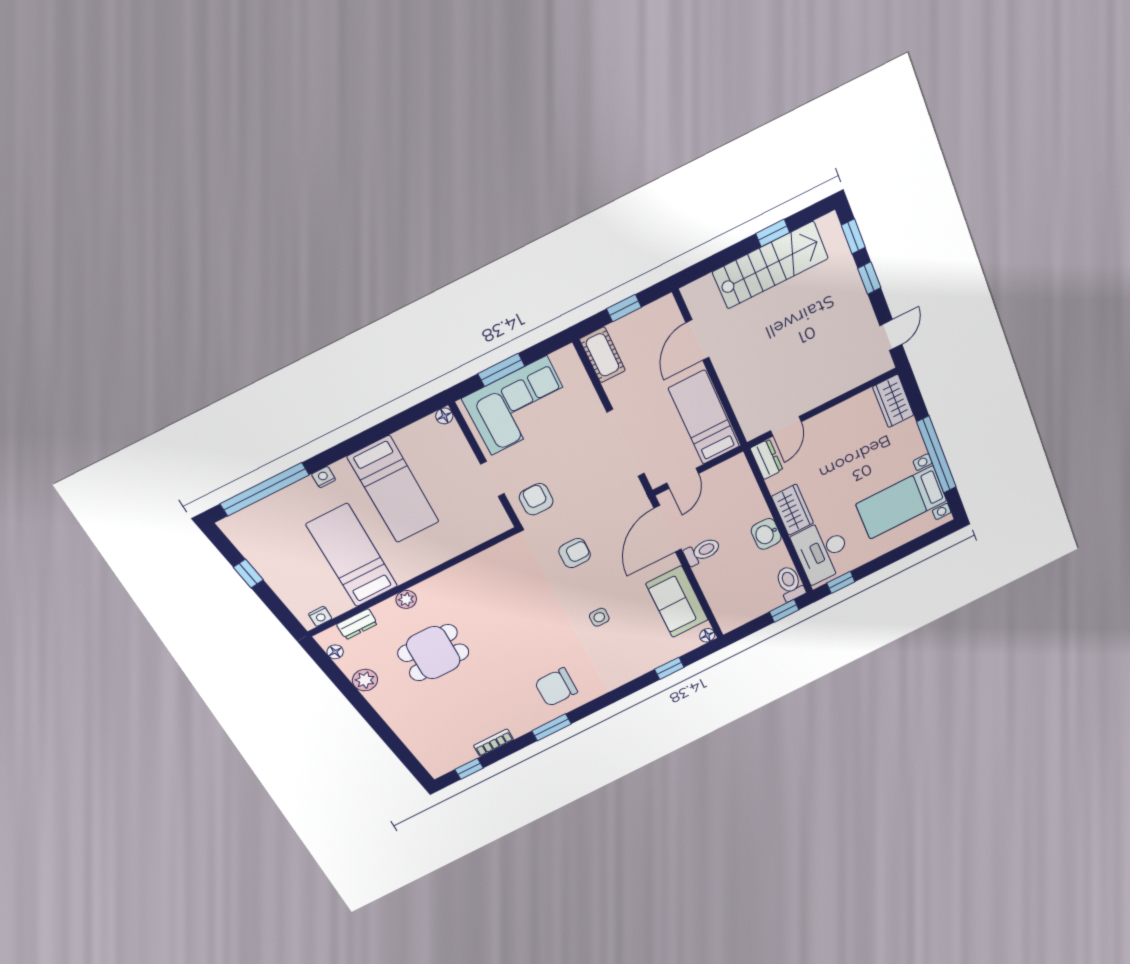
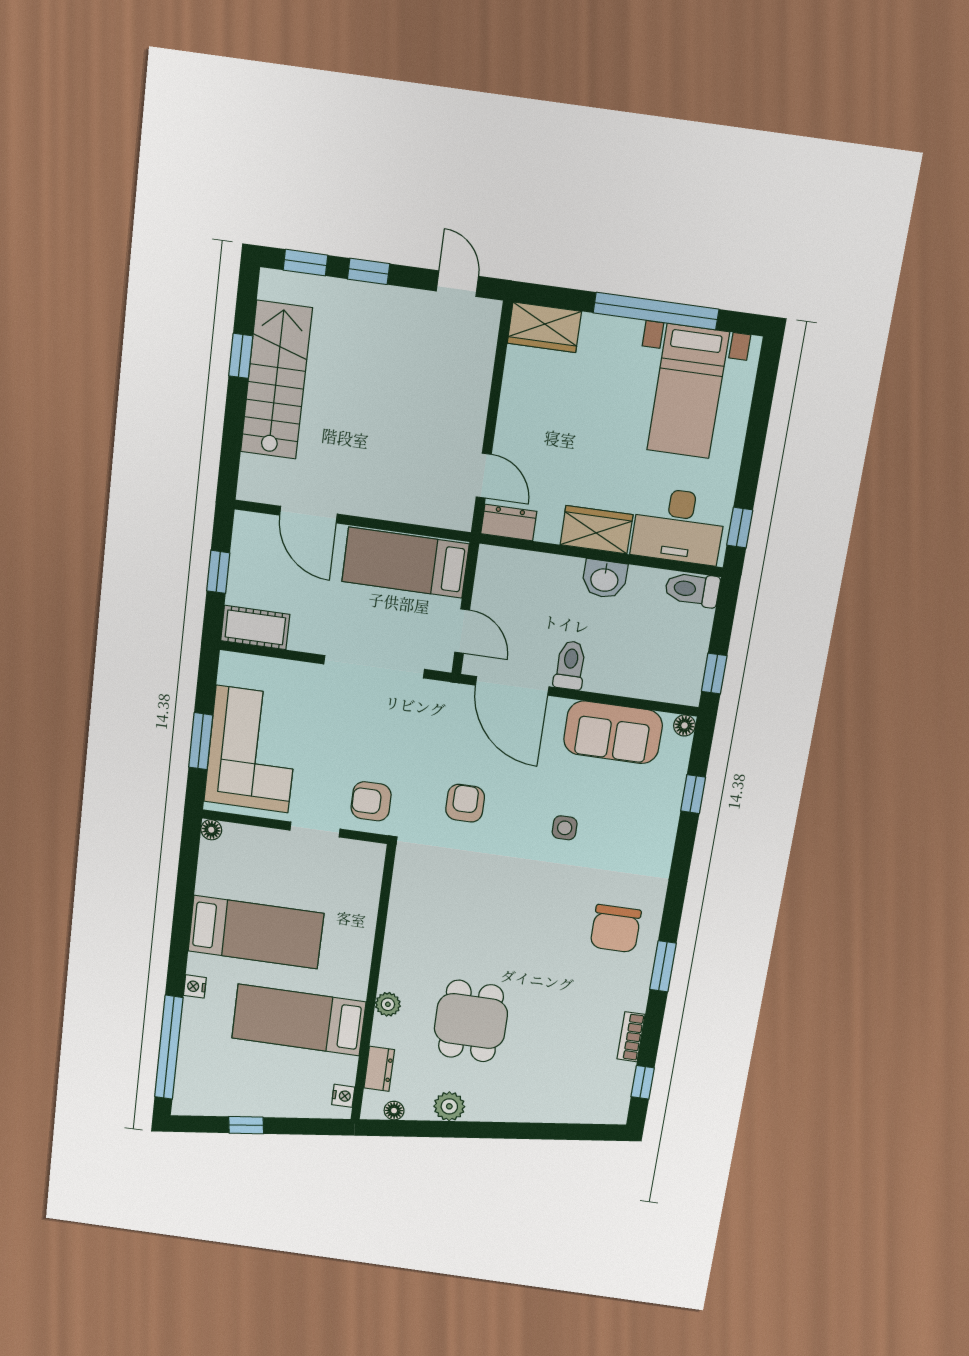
window: (784, 611) -> (714, 674), moved

